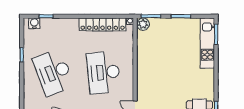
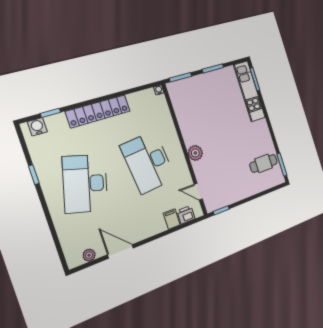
locker: (103, 24) -> (98, 111), moved
plant: (143, 24) -> (195, 153), moved
desk: (53, 72) -> (85, 184), turned 36

